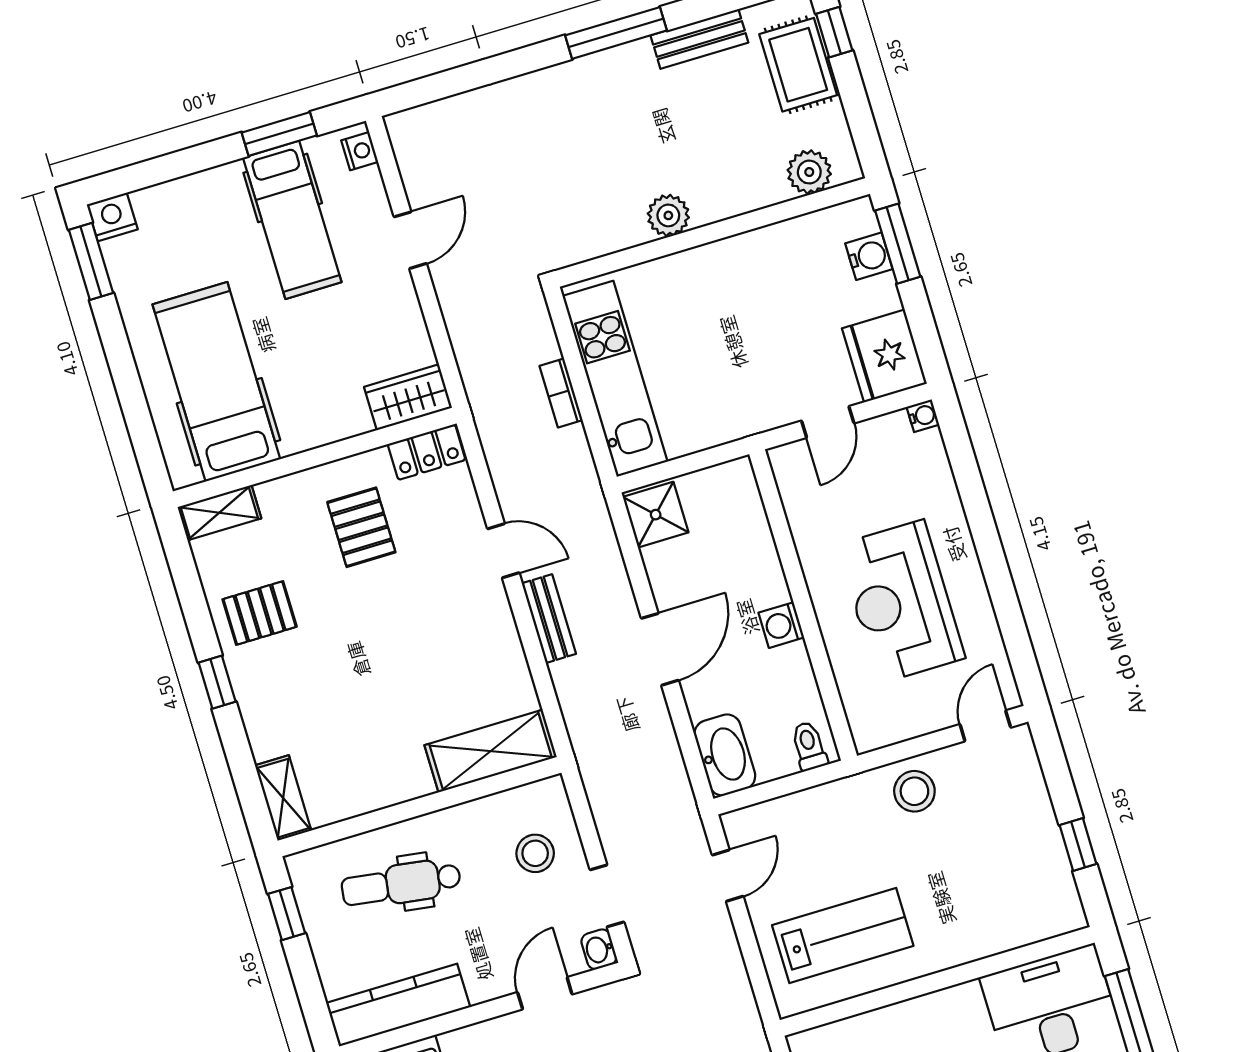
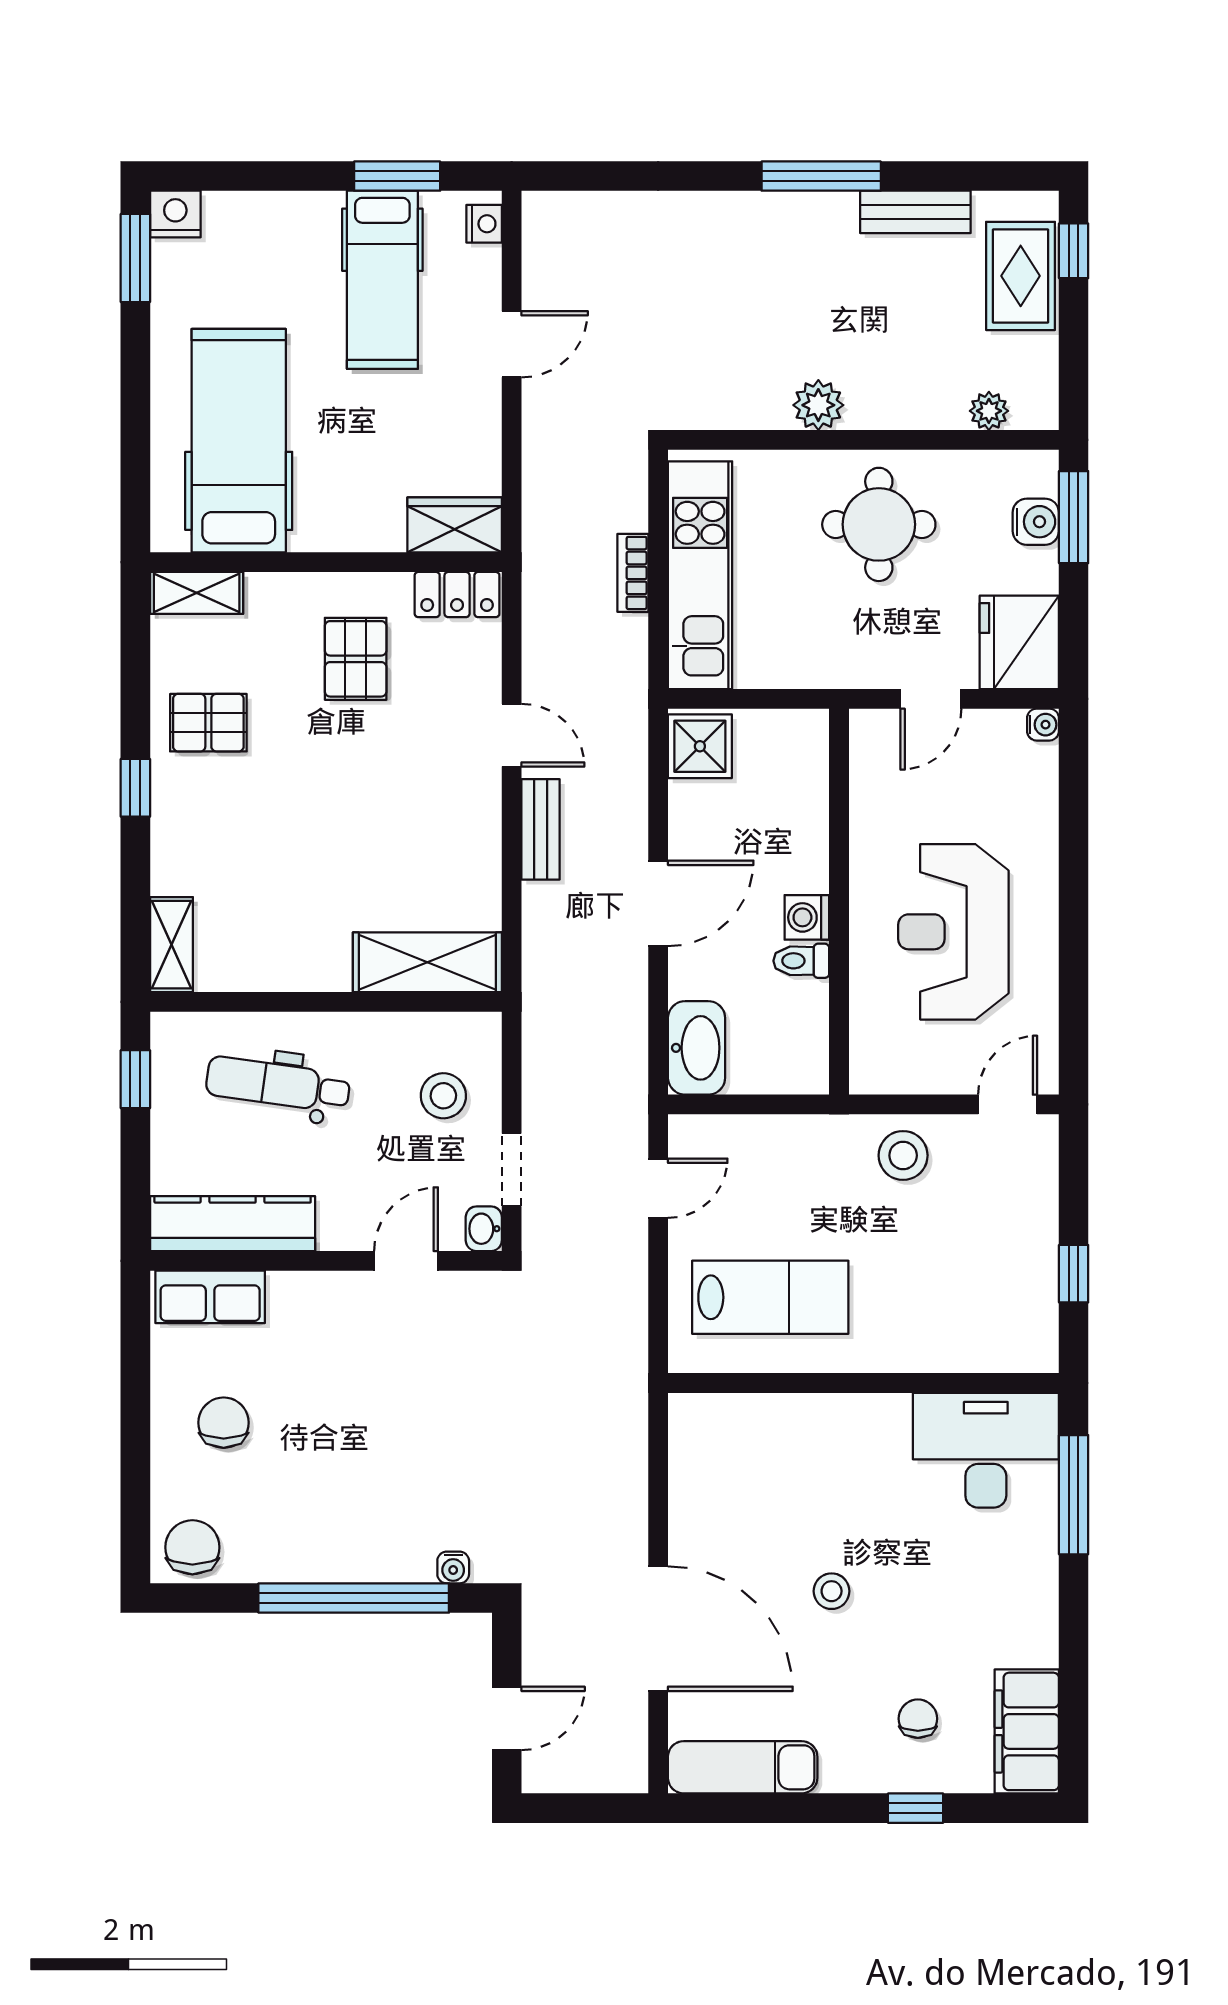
plant: (809, 172) -> (989, 411), width x0.73, depth x0.73
round table: (745, 296) -> (879, 524), added
toilet: (809, 746) -> (801, 961), moved, turned -90

